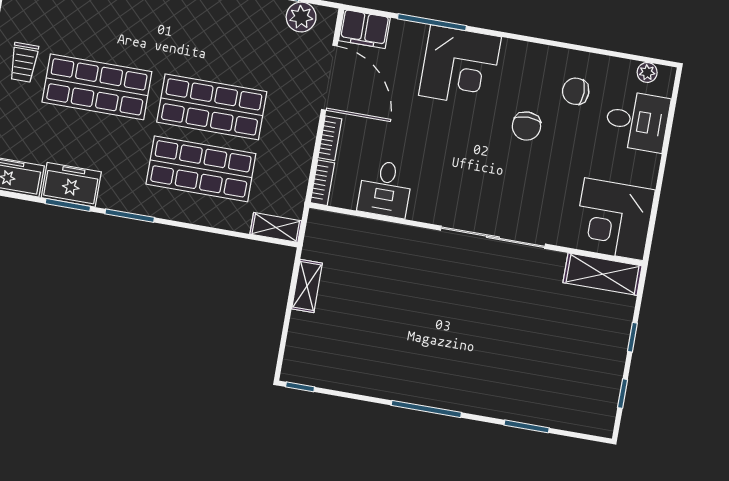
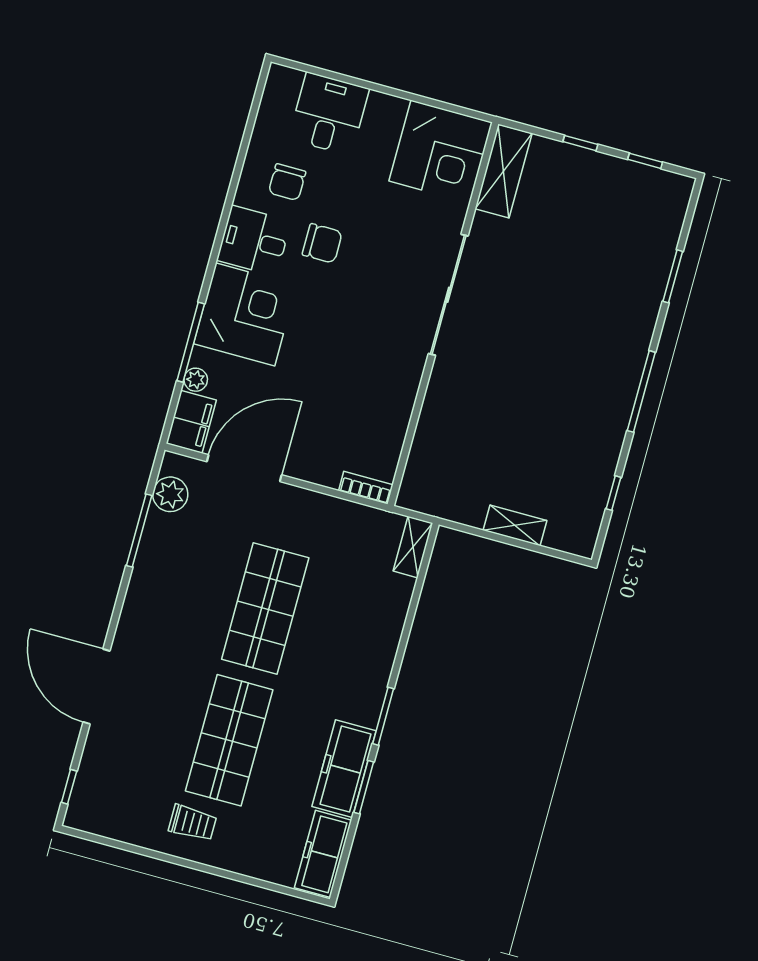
plant: (647, 72) -> (196, 380), moved
bookcase: (330, 138) -> (315, 474), removed
shop shelf: (201, 169) -> (336, 628), removed
freezer: (71, 185) -> (344, 769), width x1.40
desk: (385, 189) -> (254, 241), moved, turned 180
shelving: (307, 286) -> (515, 525), moved
window: (300, 387) -> (613, 493), moved

